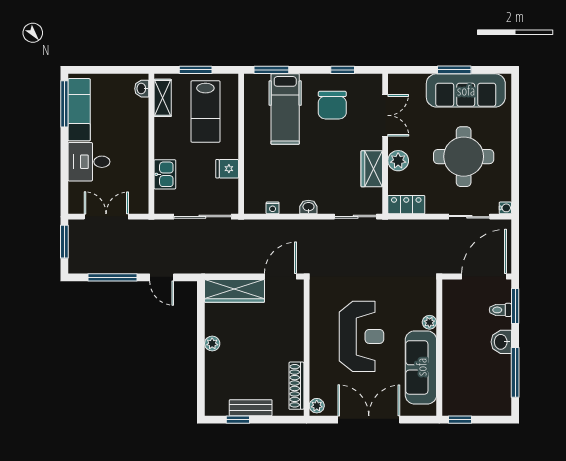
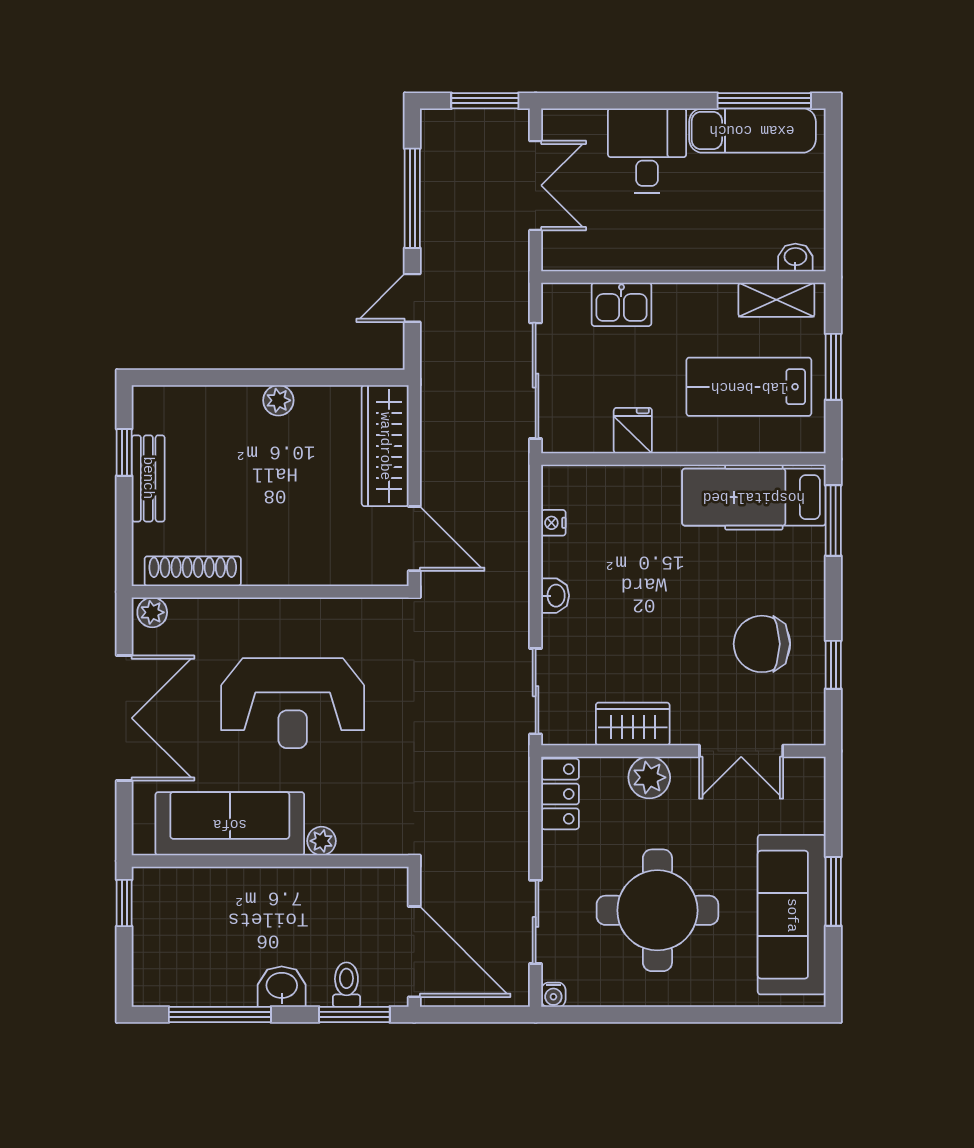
hospital bed: (285, 109) -> (754, 497), moved

